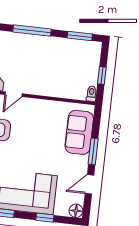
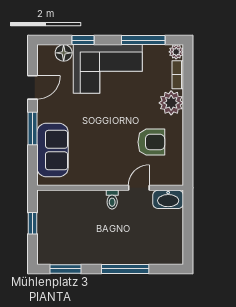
toilet: (91, 94) -> (112, 200), moved
floor lamp: (76, 211) -> (64, 53), moved

